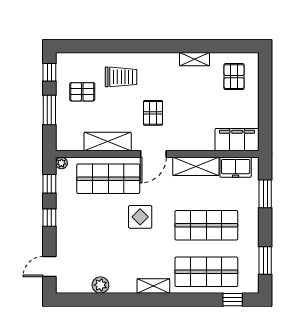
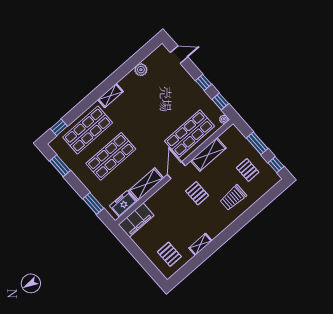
pallet: (82, 92) -> (248, 170), turned 90
display table: (140, 217) -> (152, 128), removed
door: (49, 267) -> (179, 55), hinge flipped

